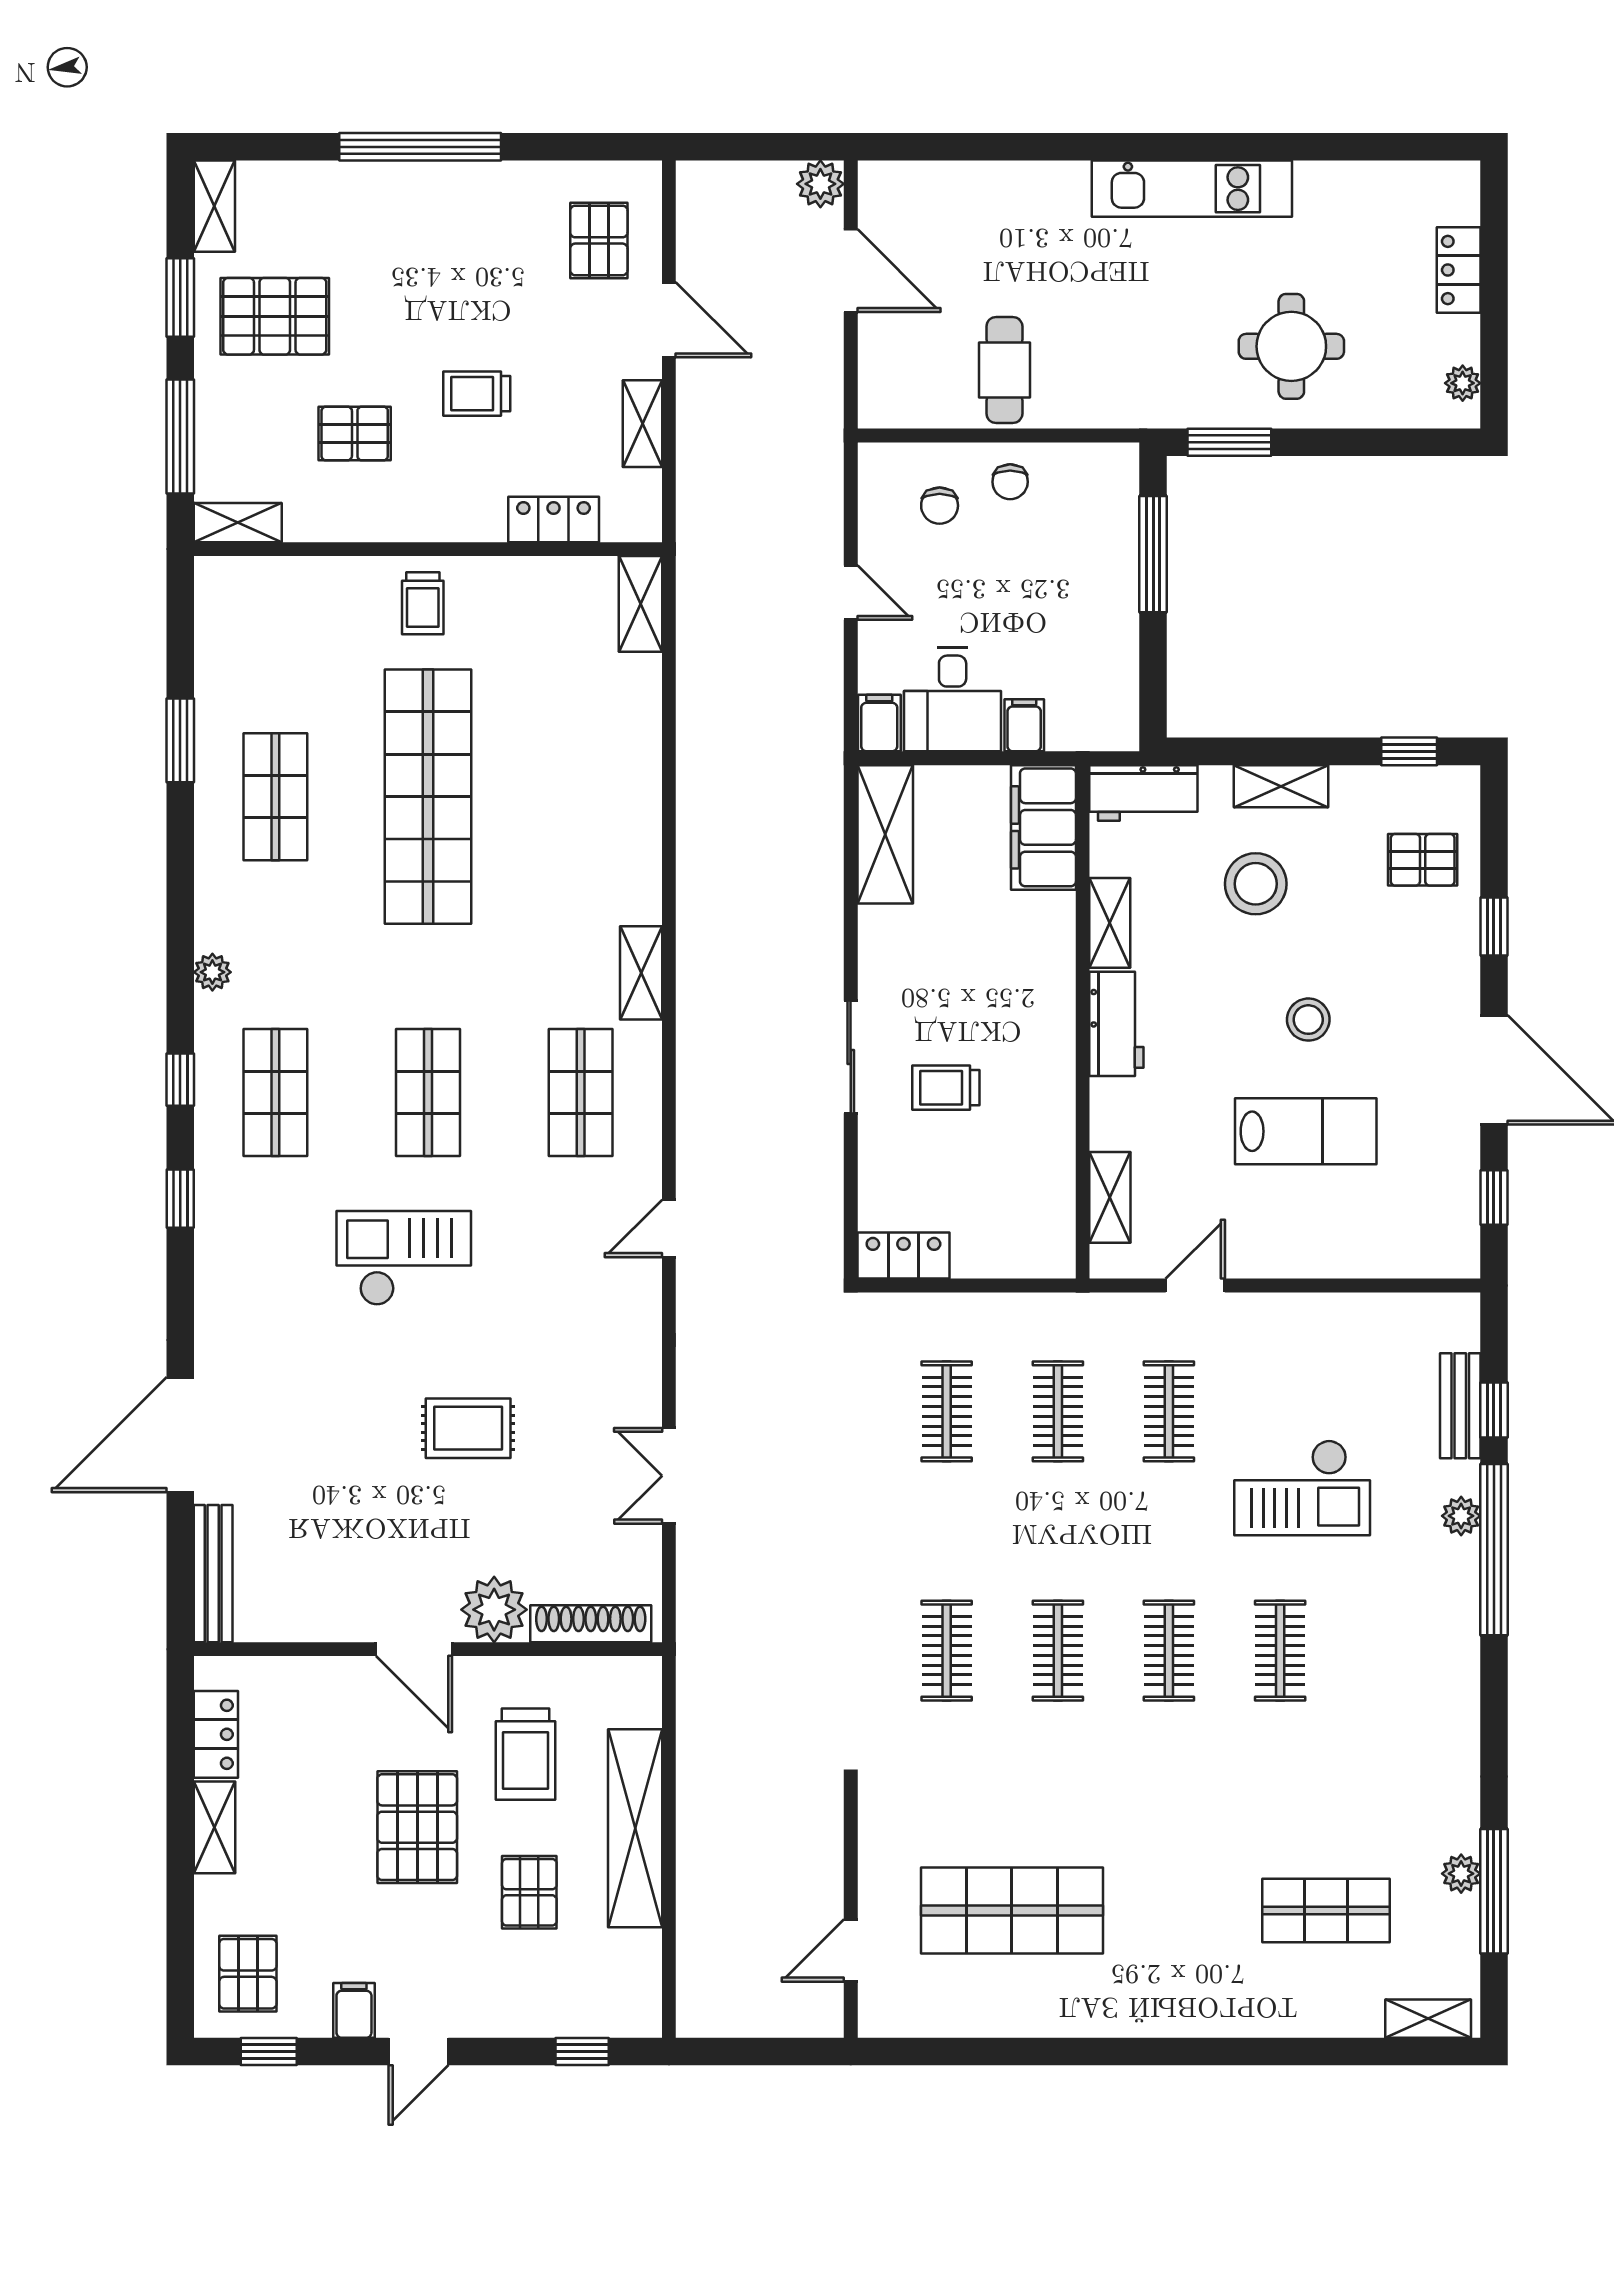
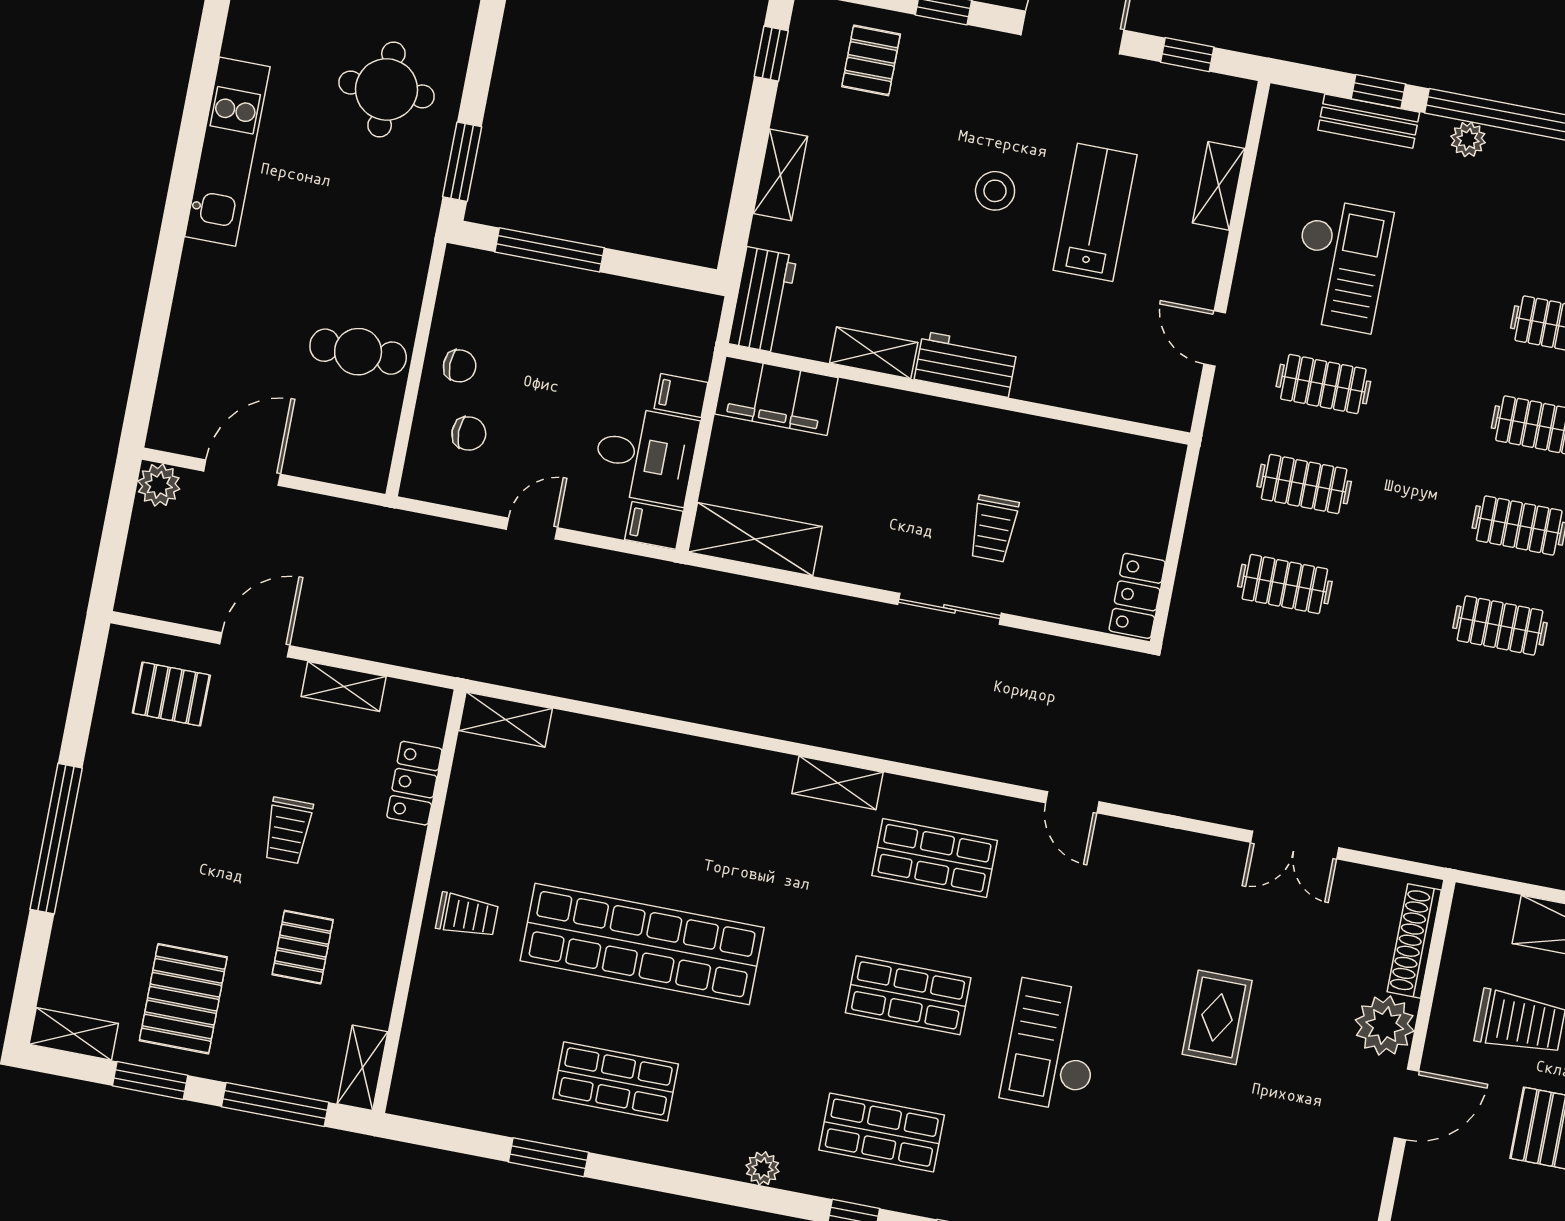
stool: (1256, 884) -> (864, 215), removed
shelving: (1110, 1197) -> (1219, 186), moved, turned 90
checkout: (1302, 1488) -> (1340, 265), moved

